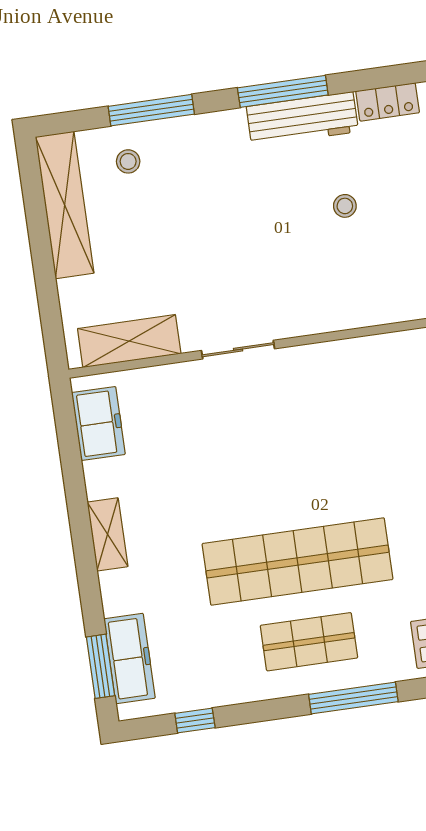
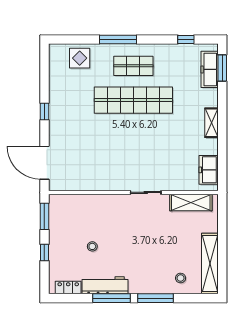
window: (151, 110) -> (155, 298), moved

